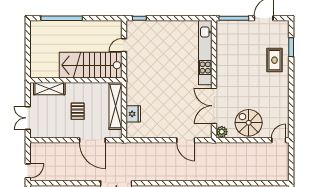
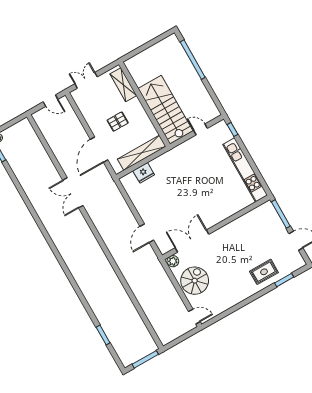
kitchen unit: (205, 53) -> (245, 170), moved, turned -90
door: (28, 171) -> (51, 101), moved

